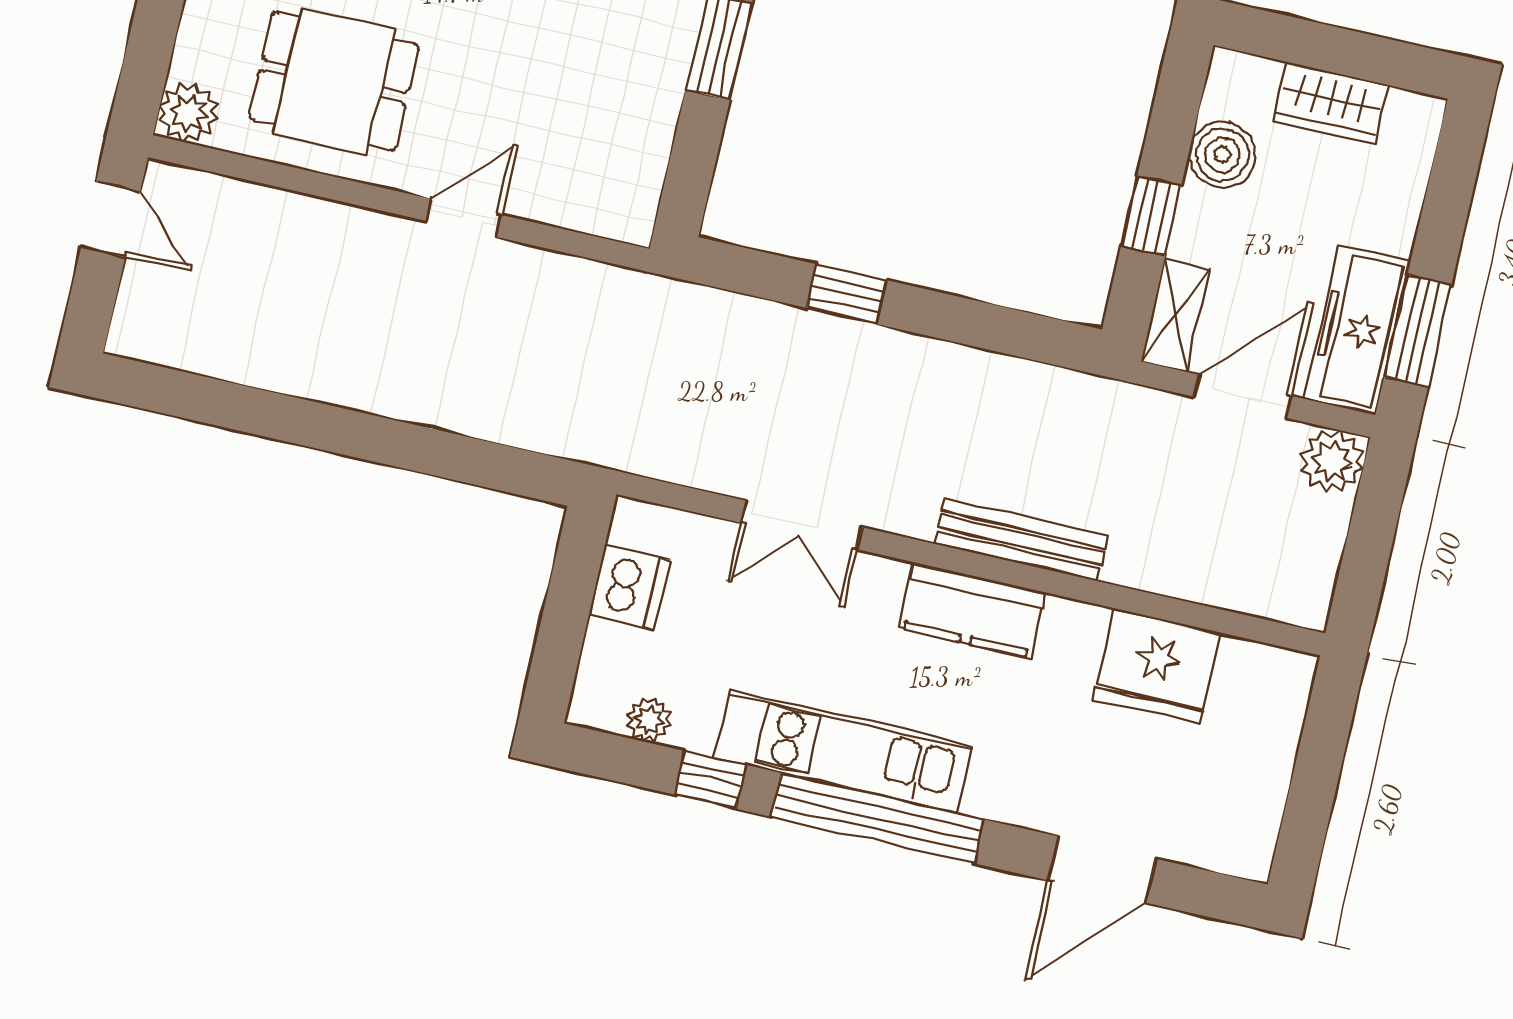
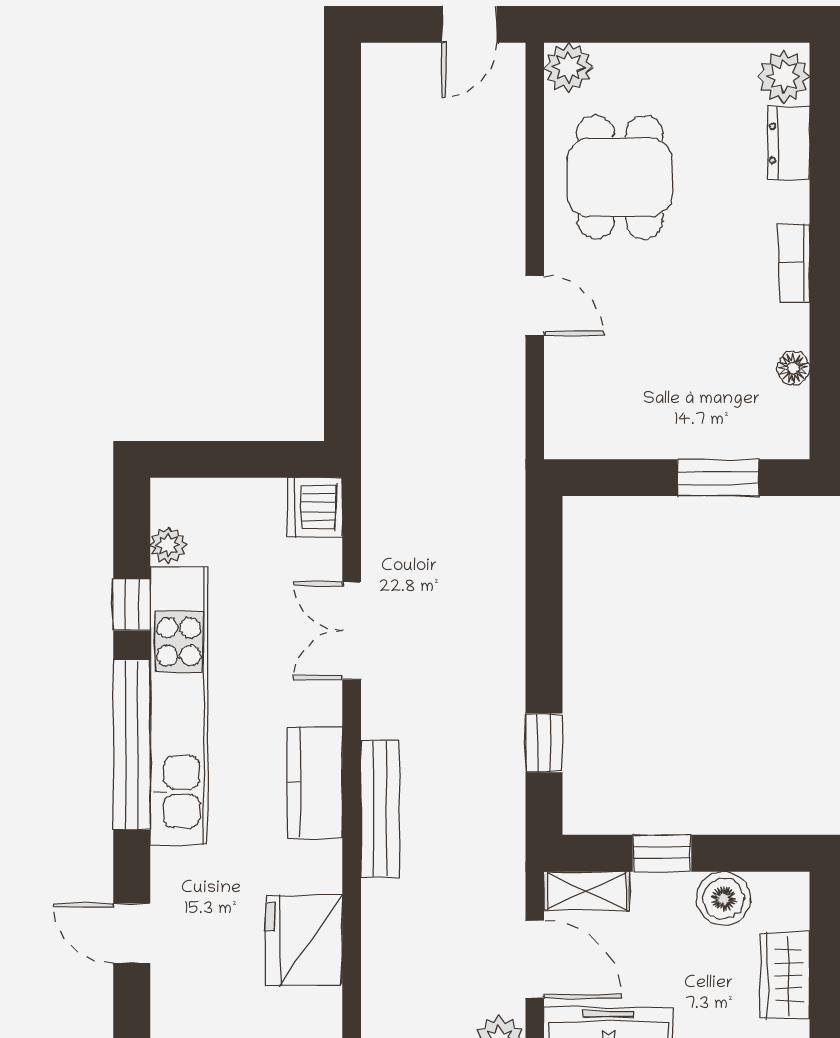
window: (847, 294) -> (544, 743), moved
dishwasher: (630, 588) -> (315, 507), moved, turned 90
kitchen unit: (843, 751) -> (179, 706), width x1.36
door: (1102, 869) -> (132, 933), width x0.73

